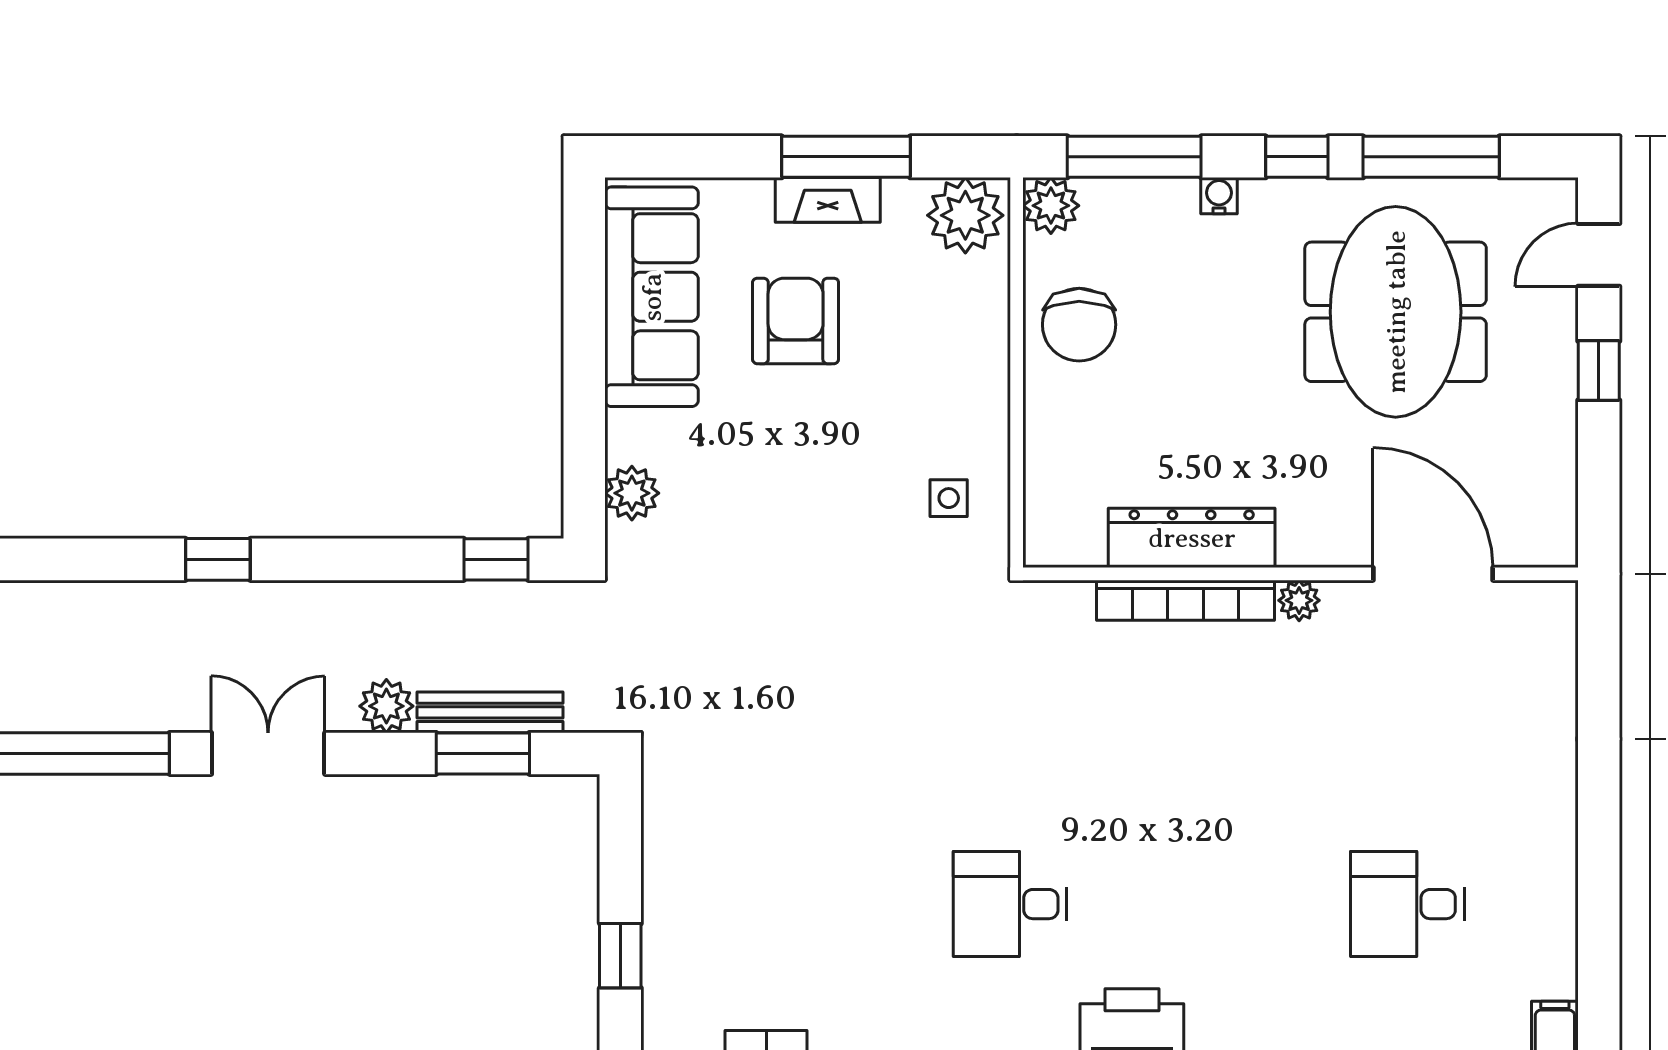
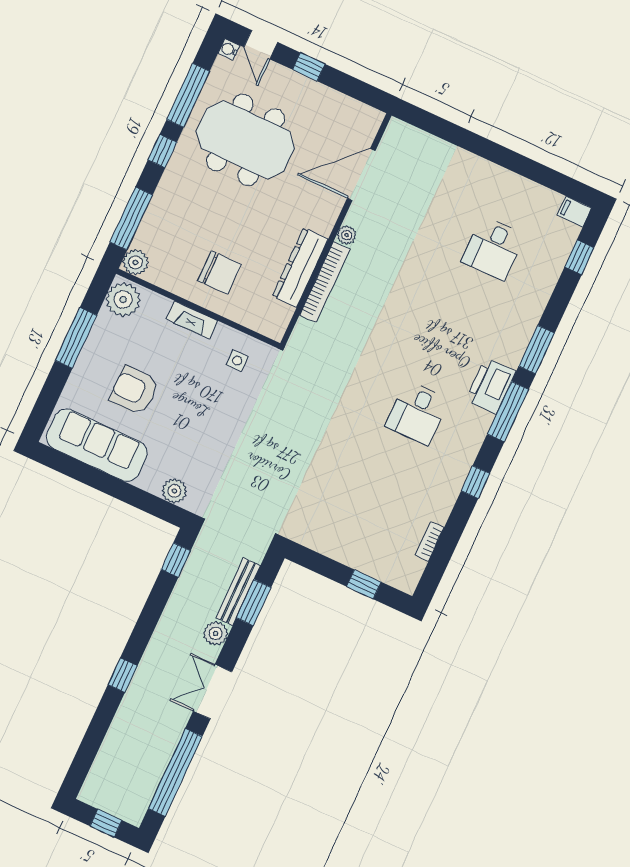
water cooler: (1219, 196) -> (229, 49), moved
fireplace: (828, 200) -> (192, 320), moved, turned 90
chair: (1079, 325) -> (220, 272), moved

